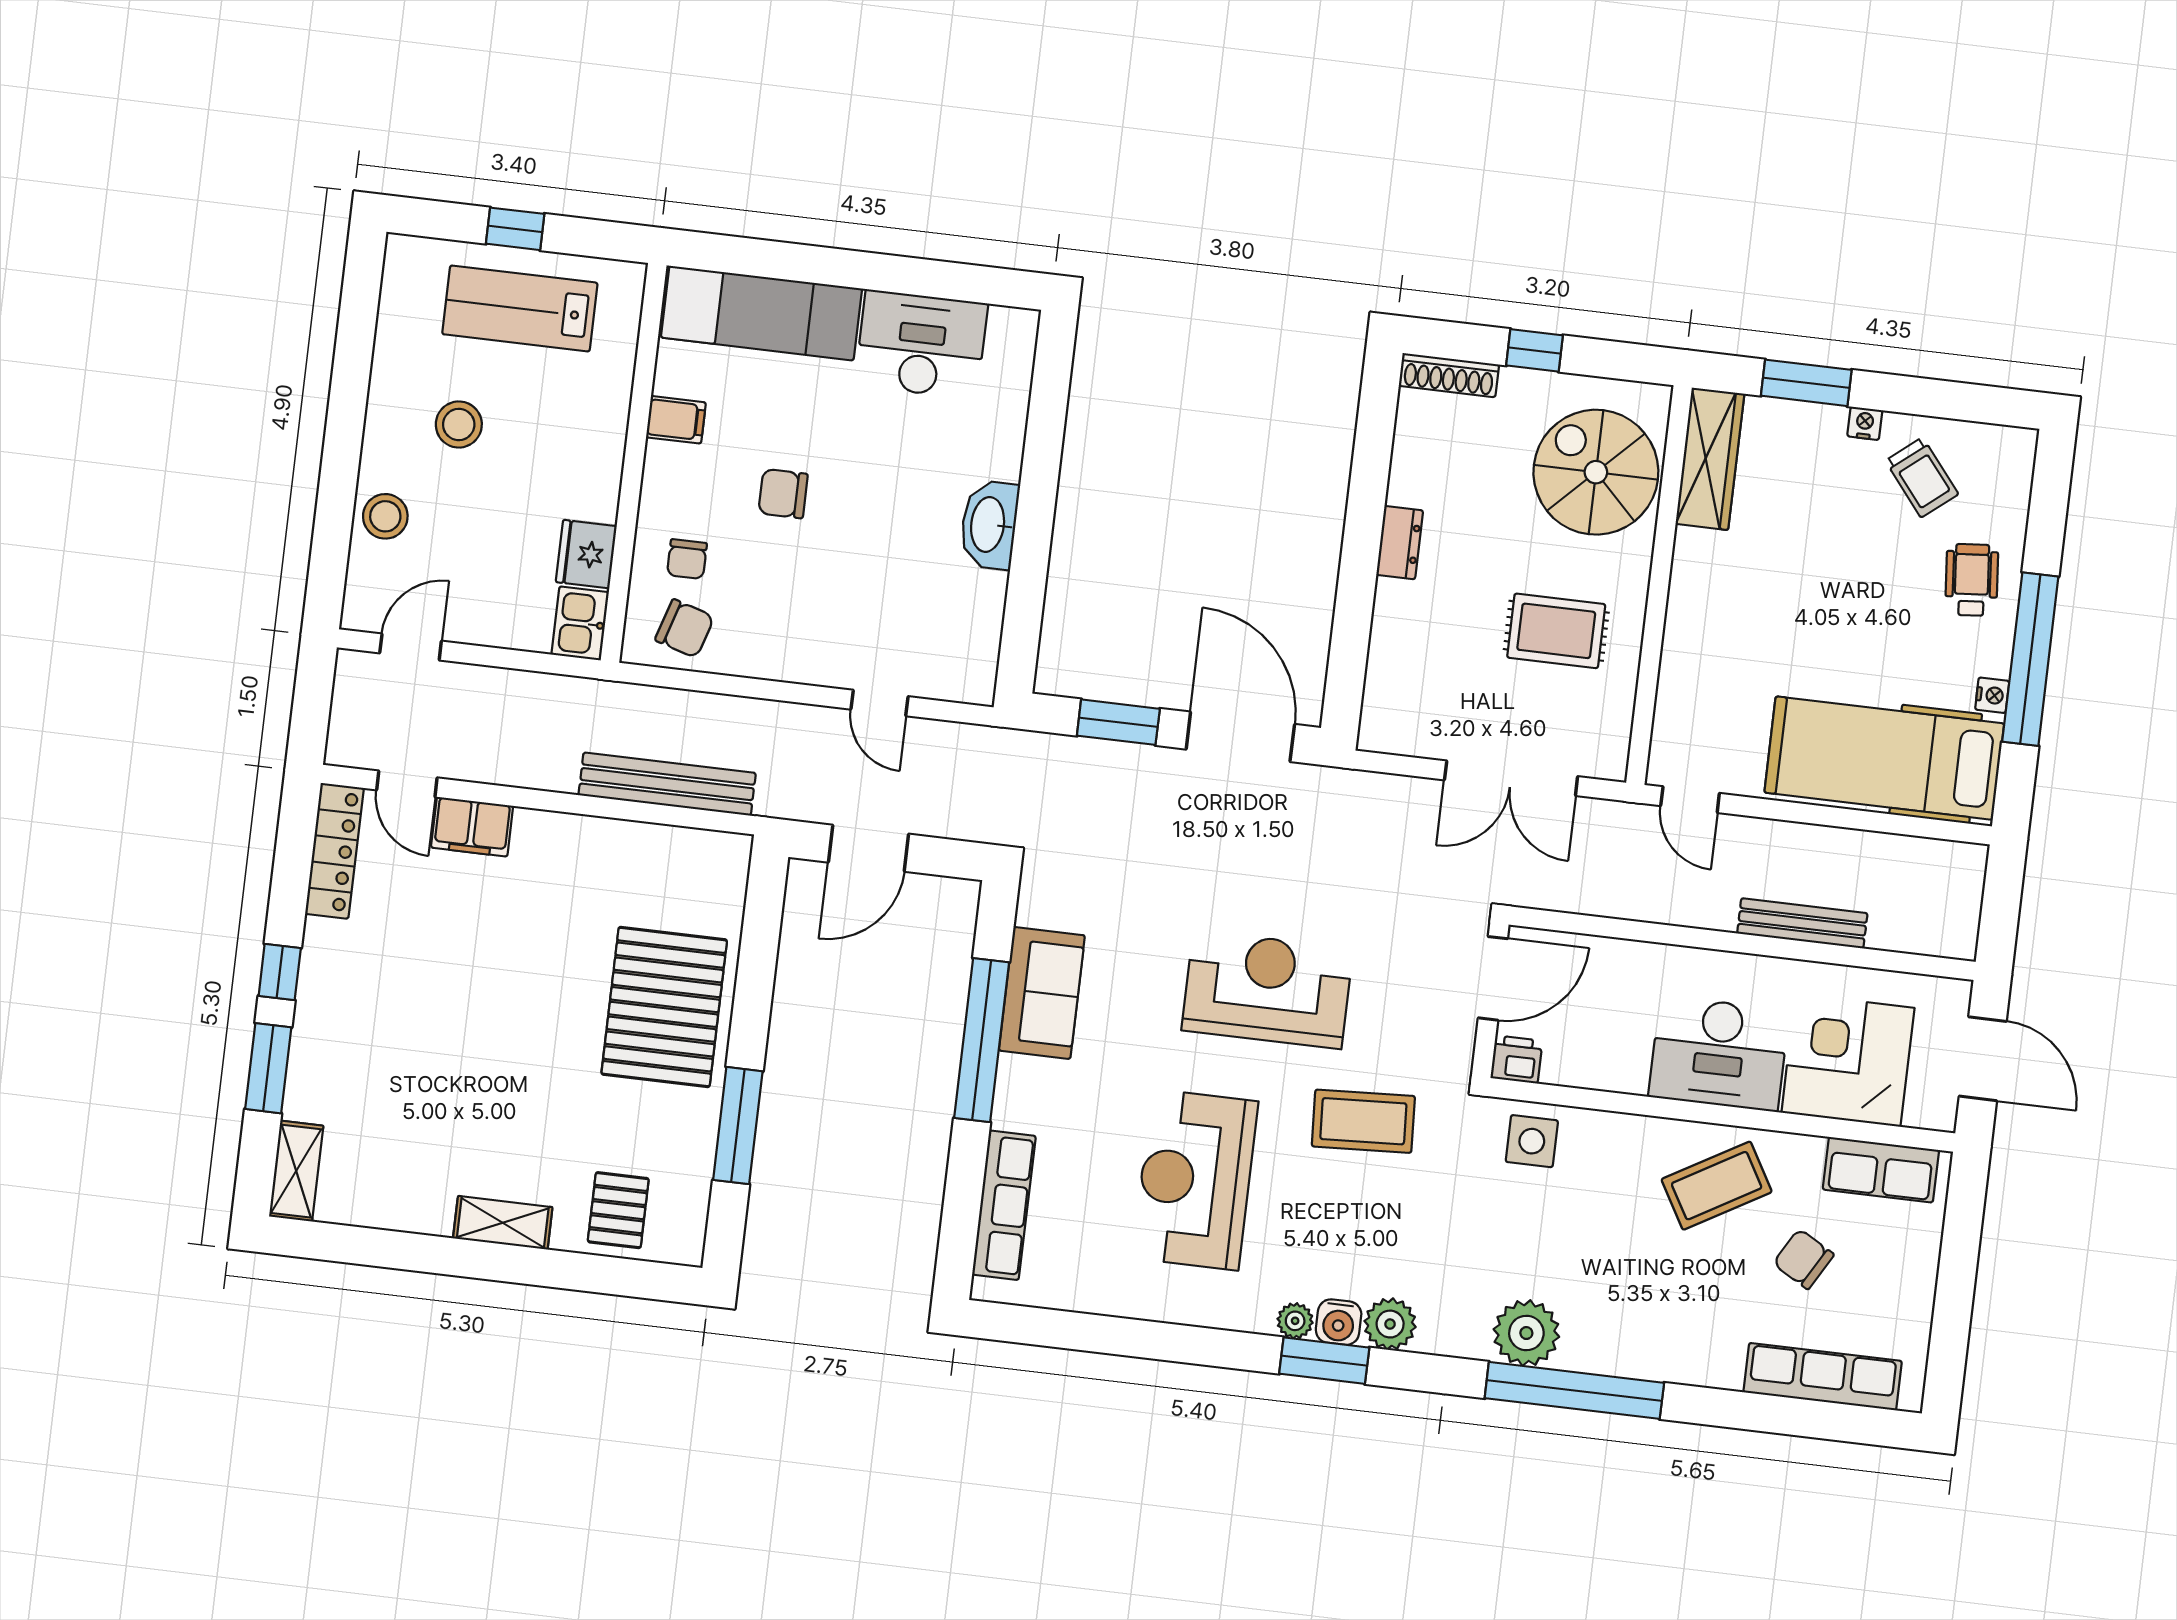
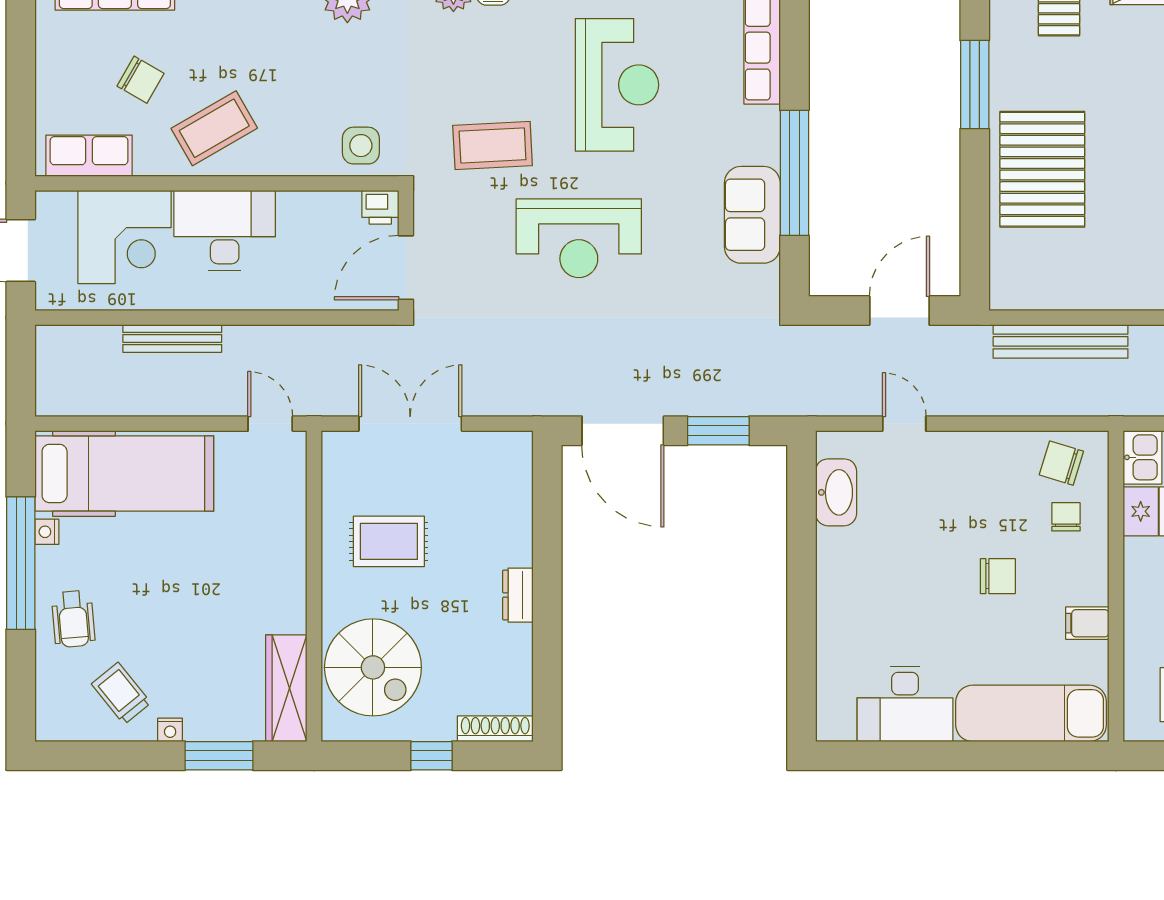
washbasin: (989, 525) -> (836, 492), moved

